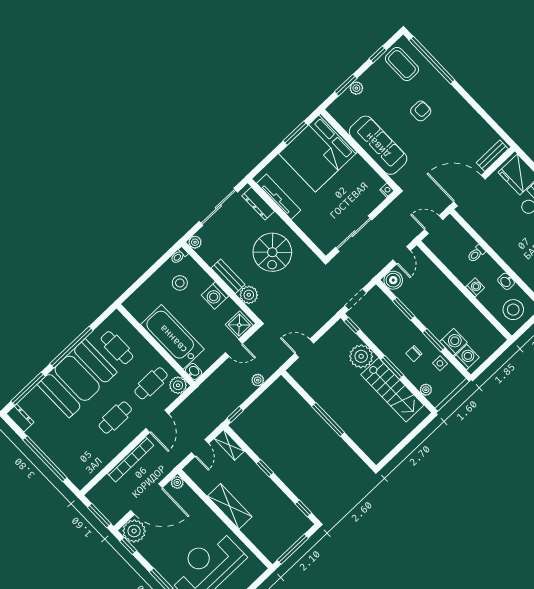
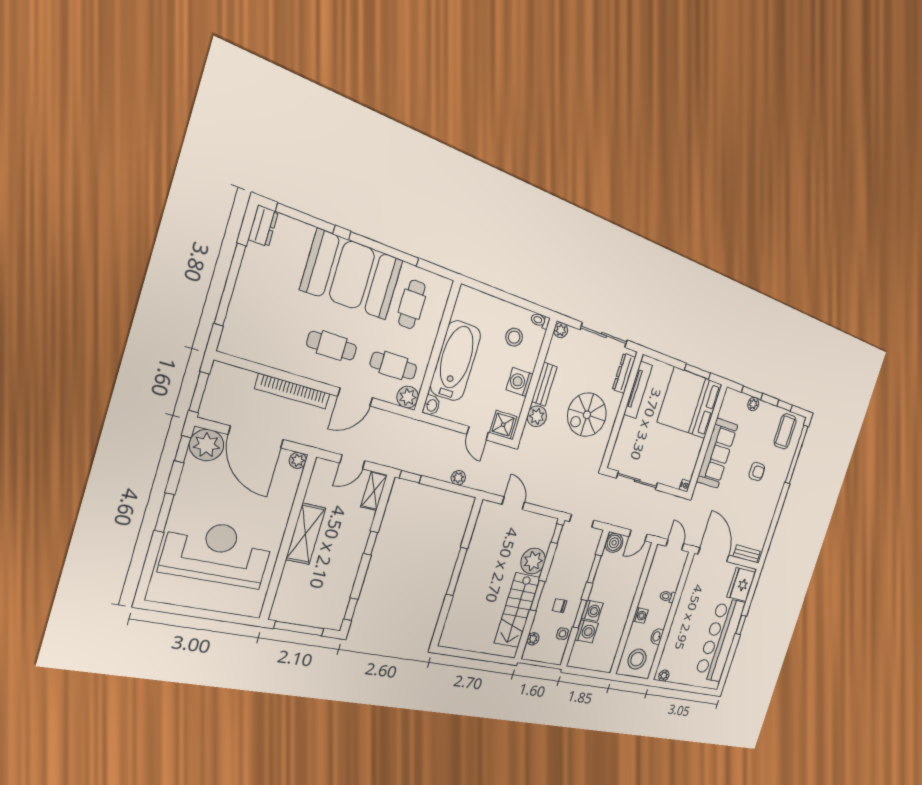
washing machine: (467, 357) -> (592, 611), moved

